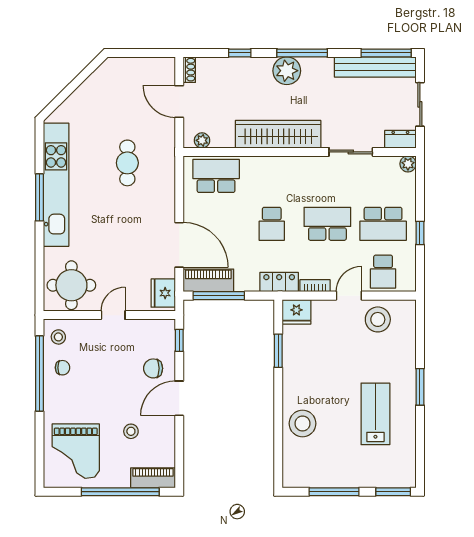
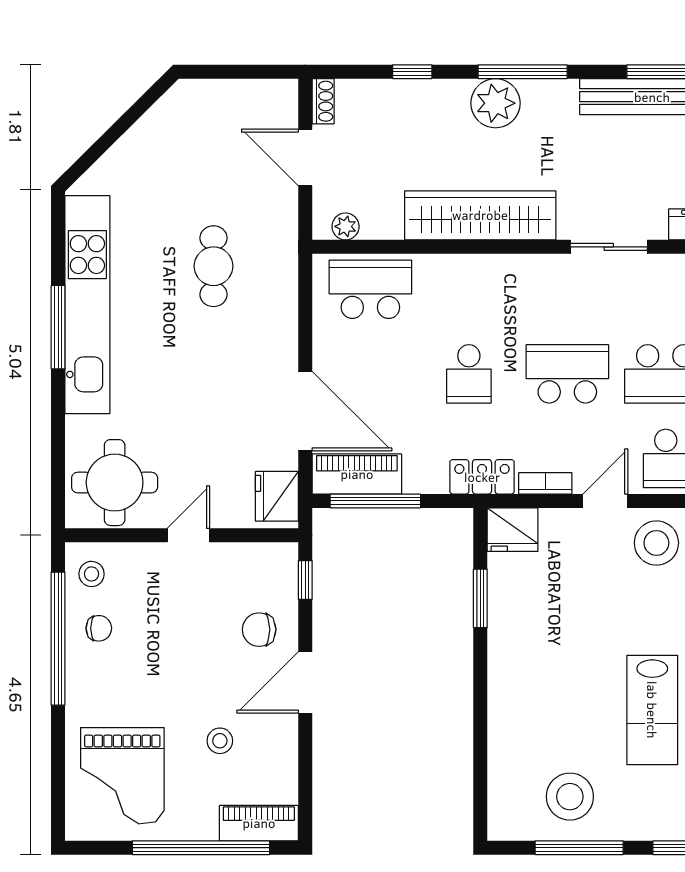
lab bench: (375, 414) -> (652, 710), turned 180
stool: (303, 423) -> (570, 797), moved

